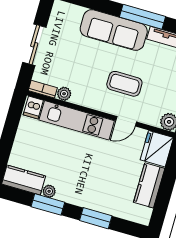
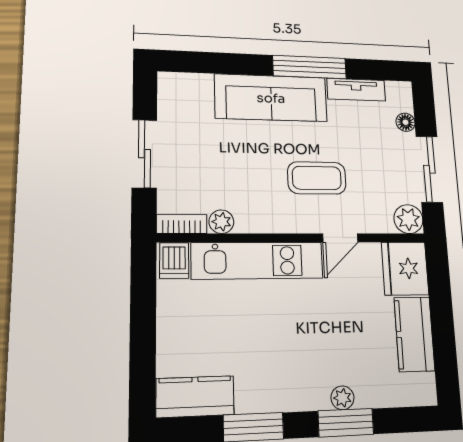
plant: (49, 191) -> (342, 398), moved

